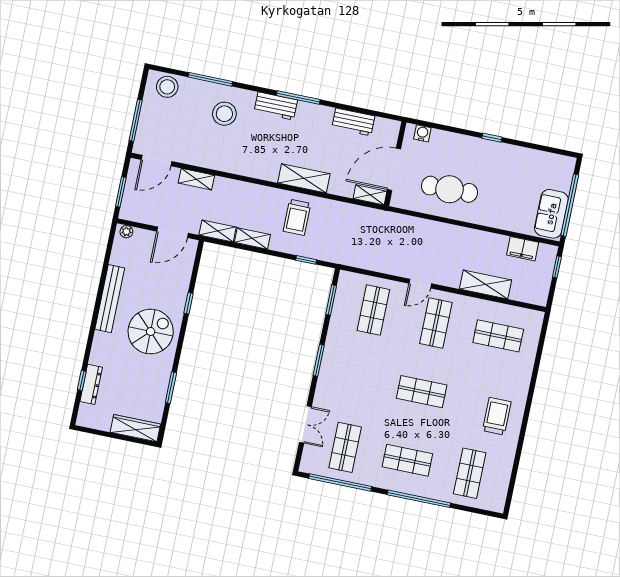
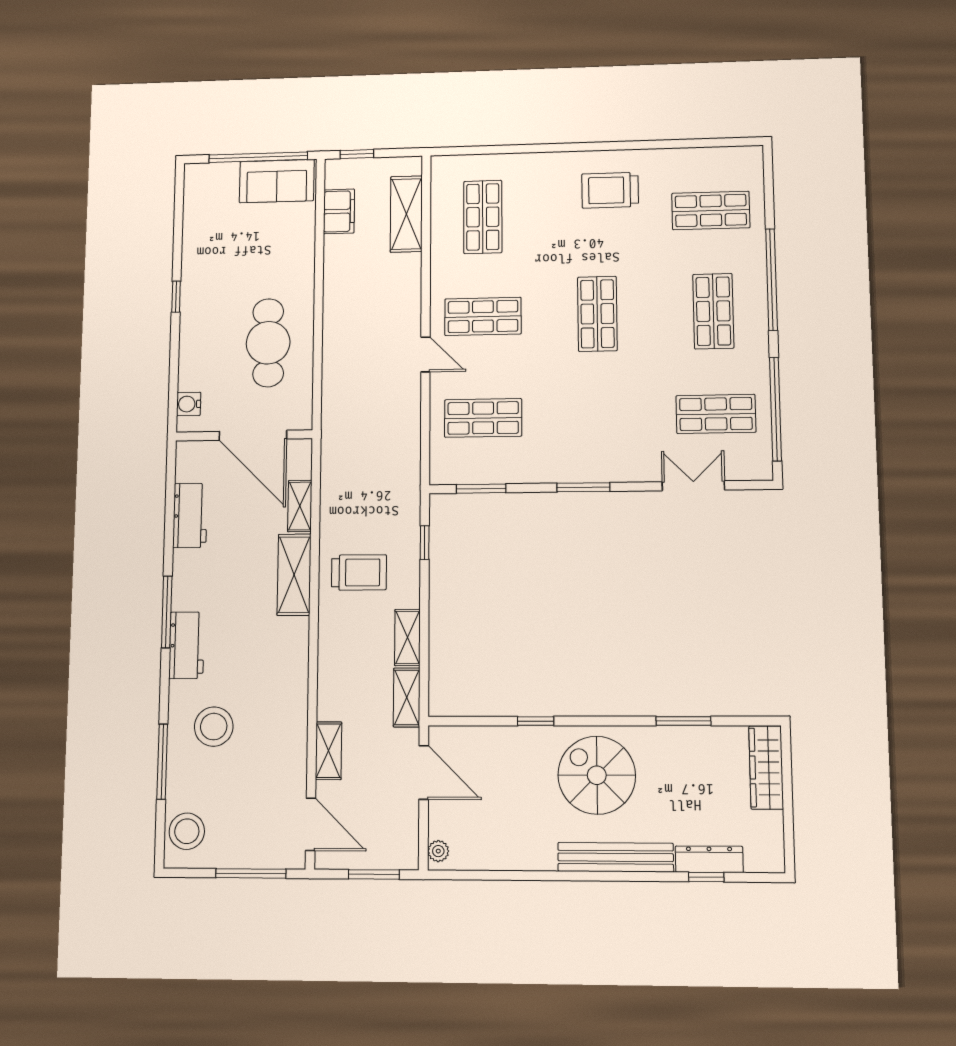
shelving: (370, 195) -> (300, 506), moved
shelving: (485, 284) -> (406, 214), moved
bench: (110, 299) -> (616, 857), moved

